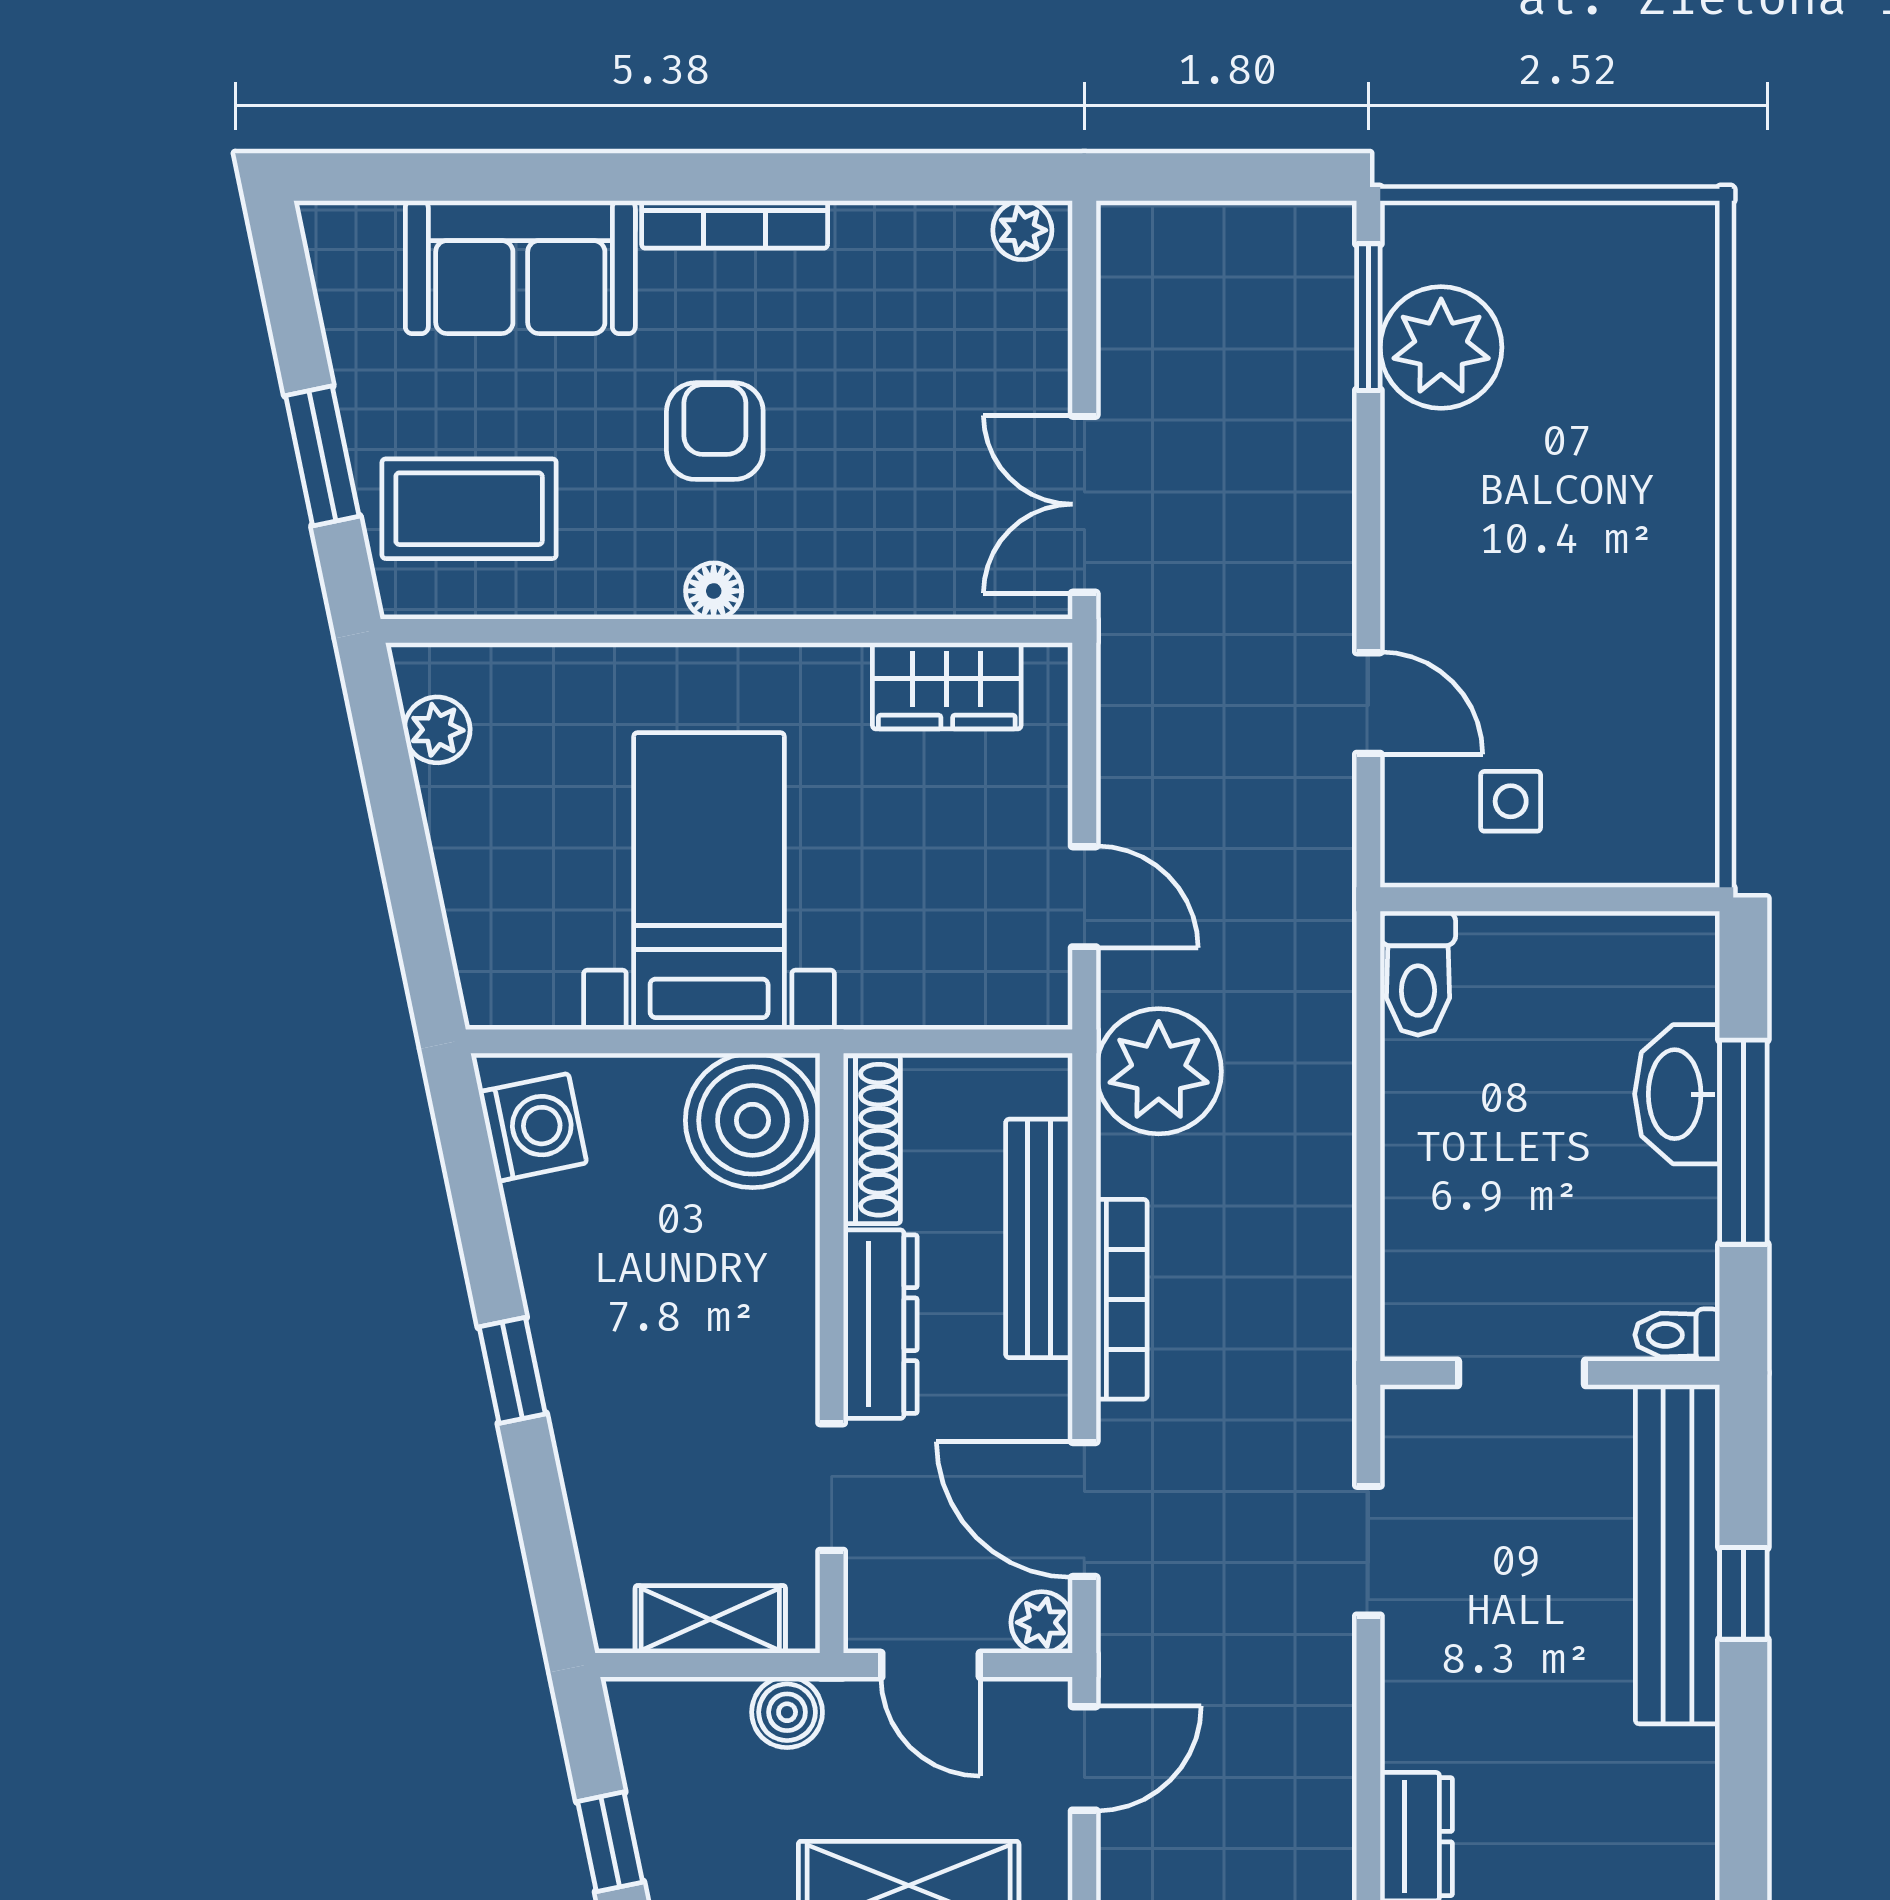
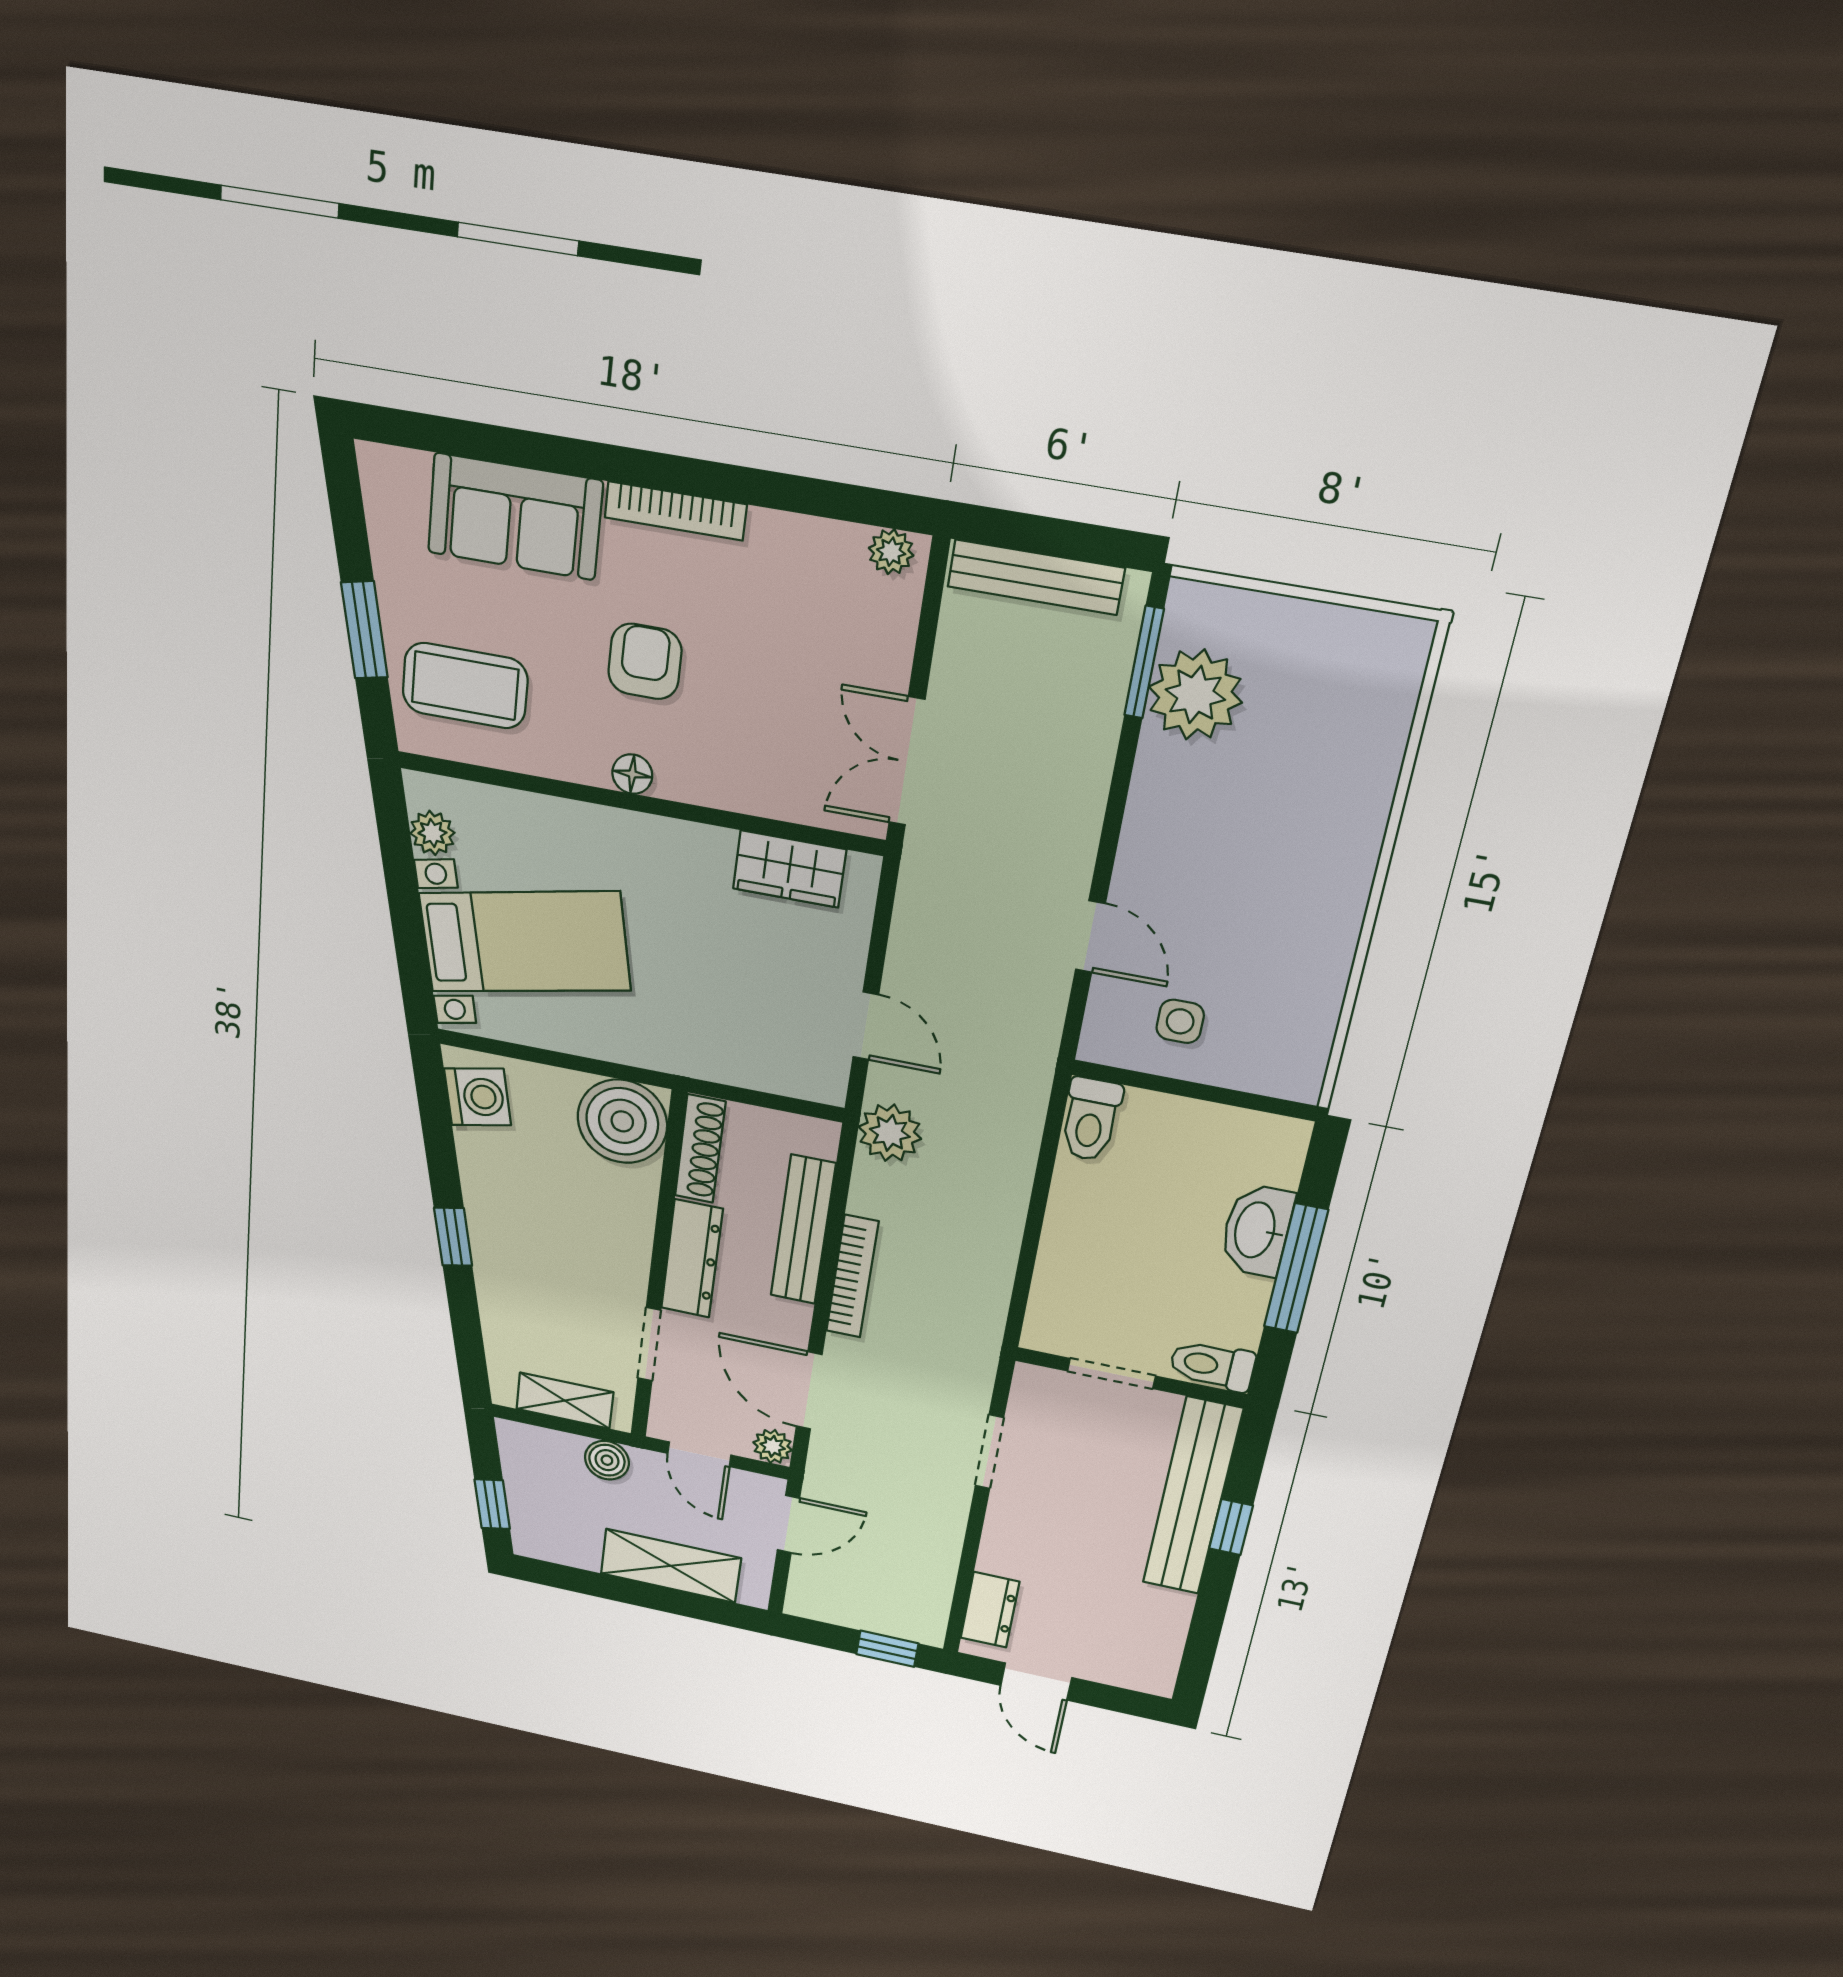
bench: (1212, 231) -> (1036, 577), added
bed with nightstands: (709, 881) -> (525, 942), moved, turned 78
plant: (1159, 1071) -> (890, 1133), width x0.73, depth x0.73
toilet: (1677, 1335) -> (1212, 1365), width x1.37, depth x1.39

